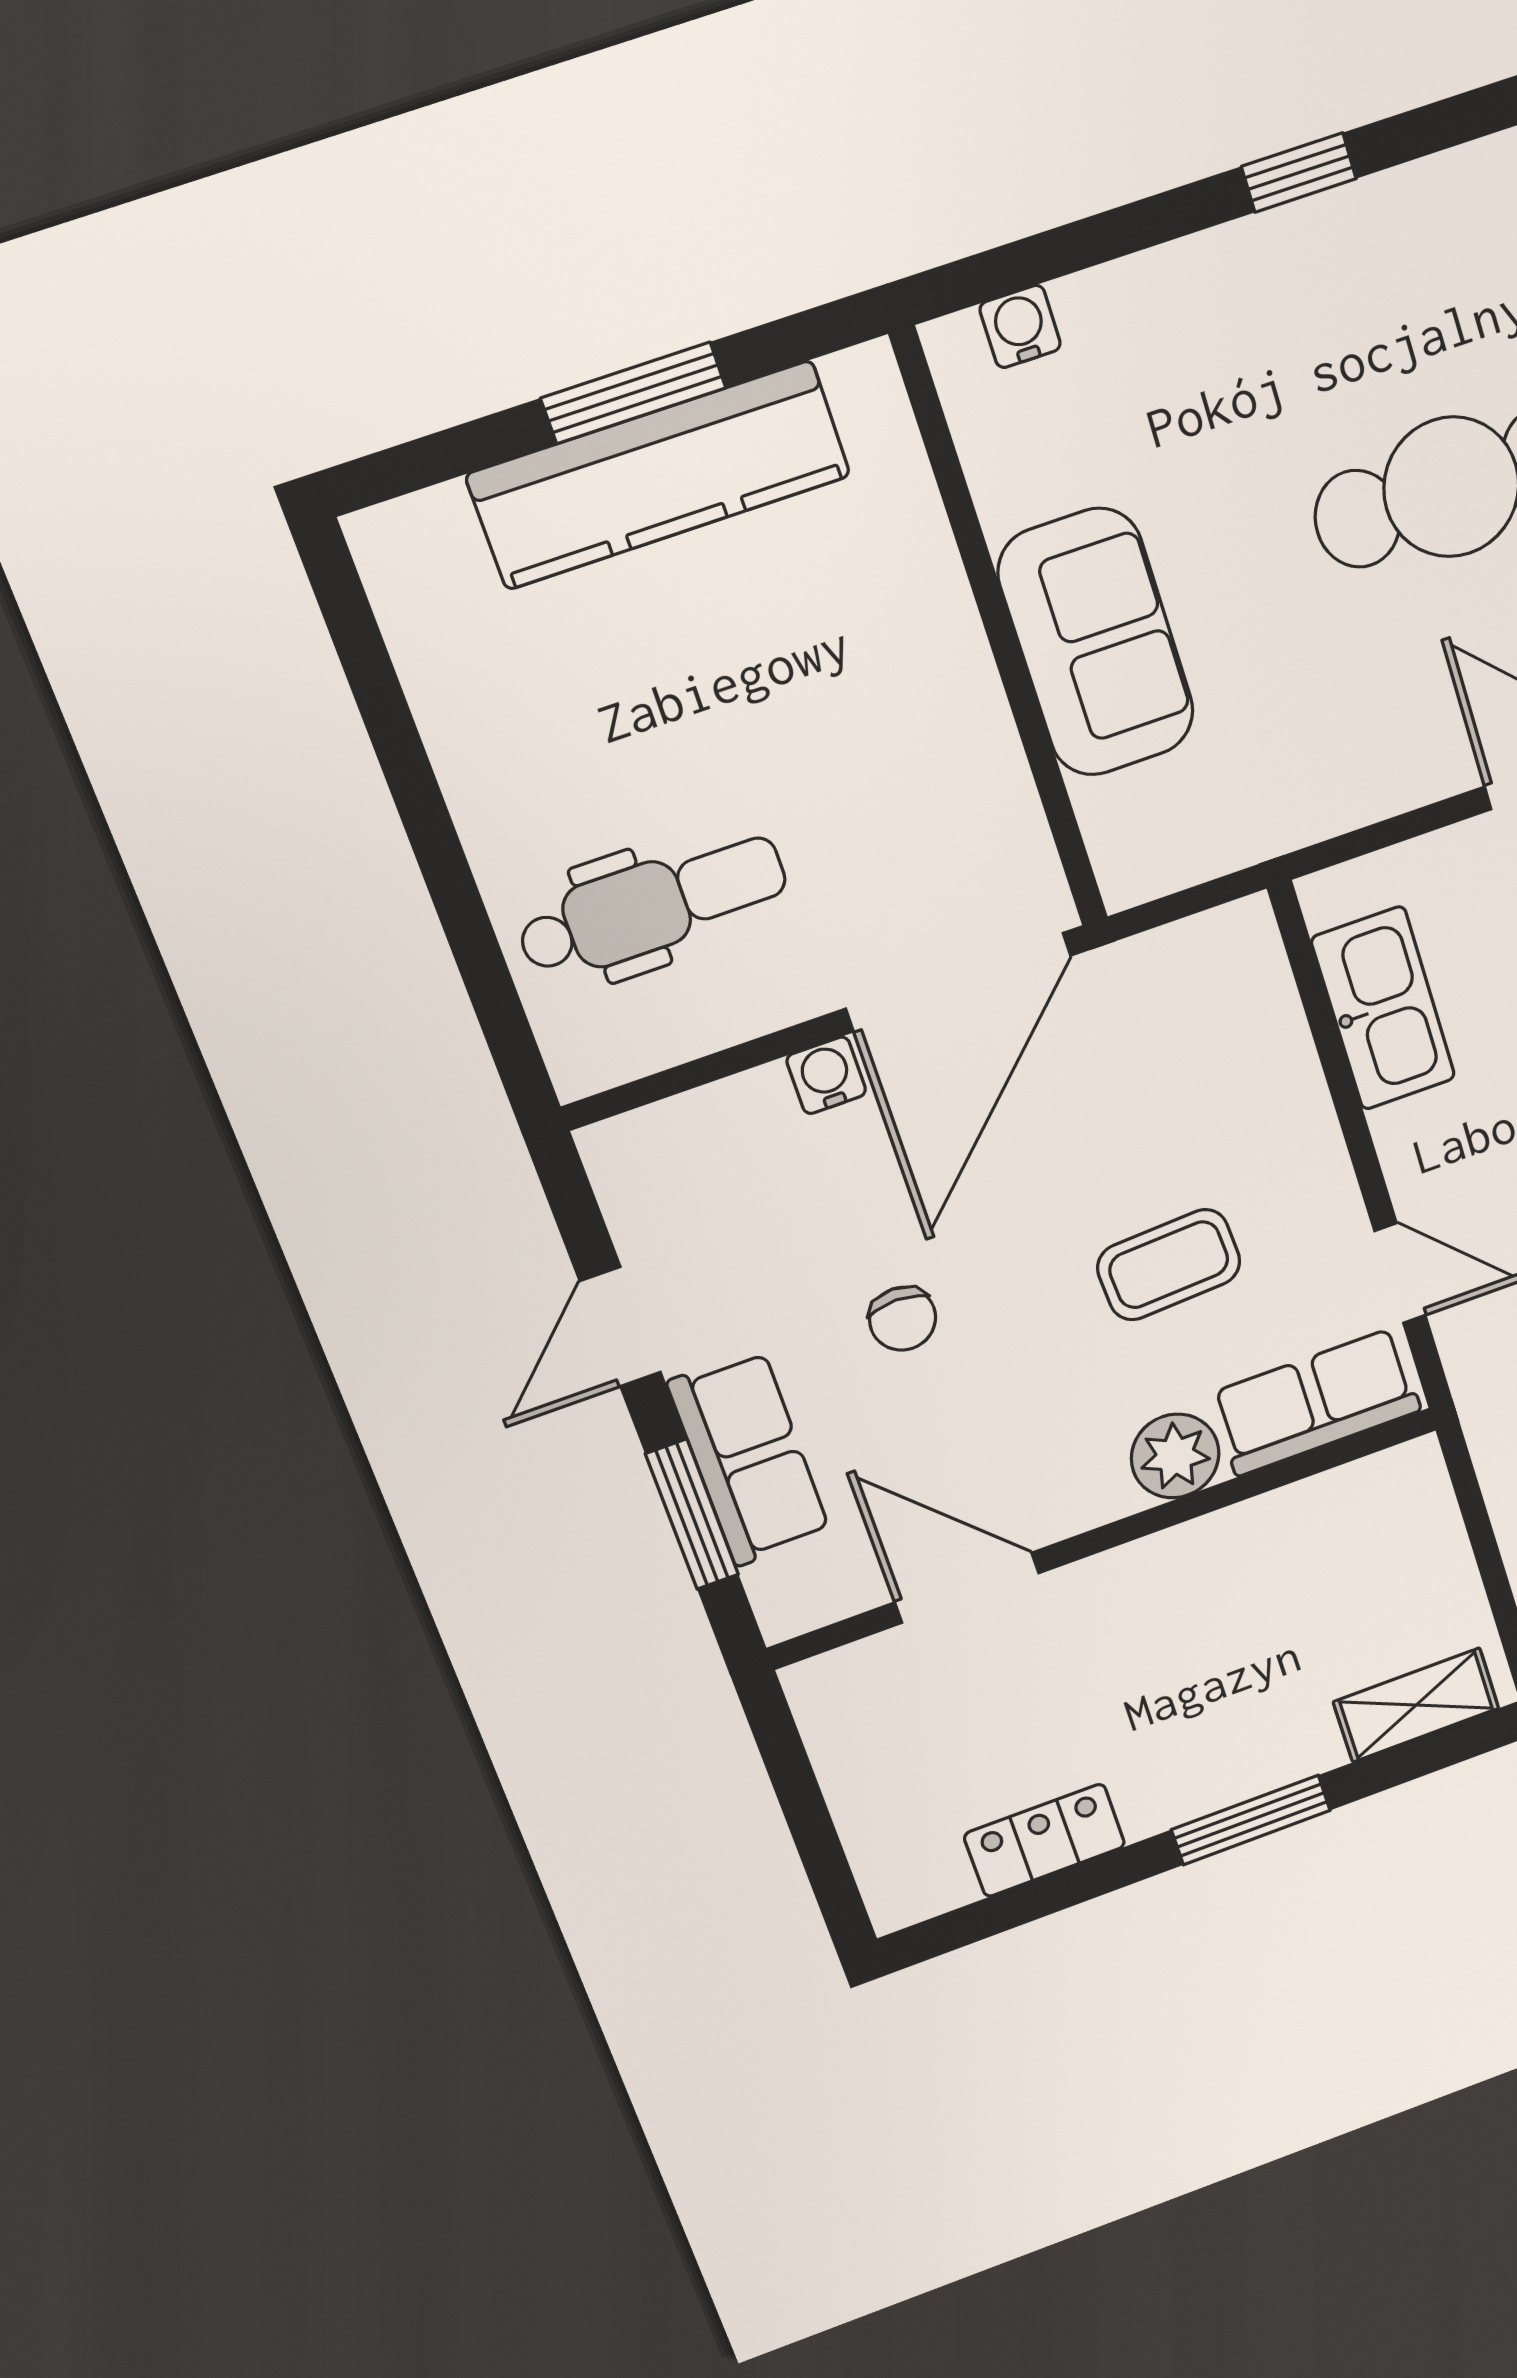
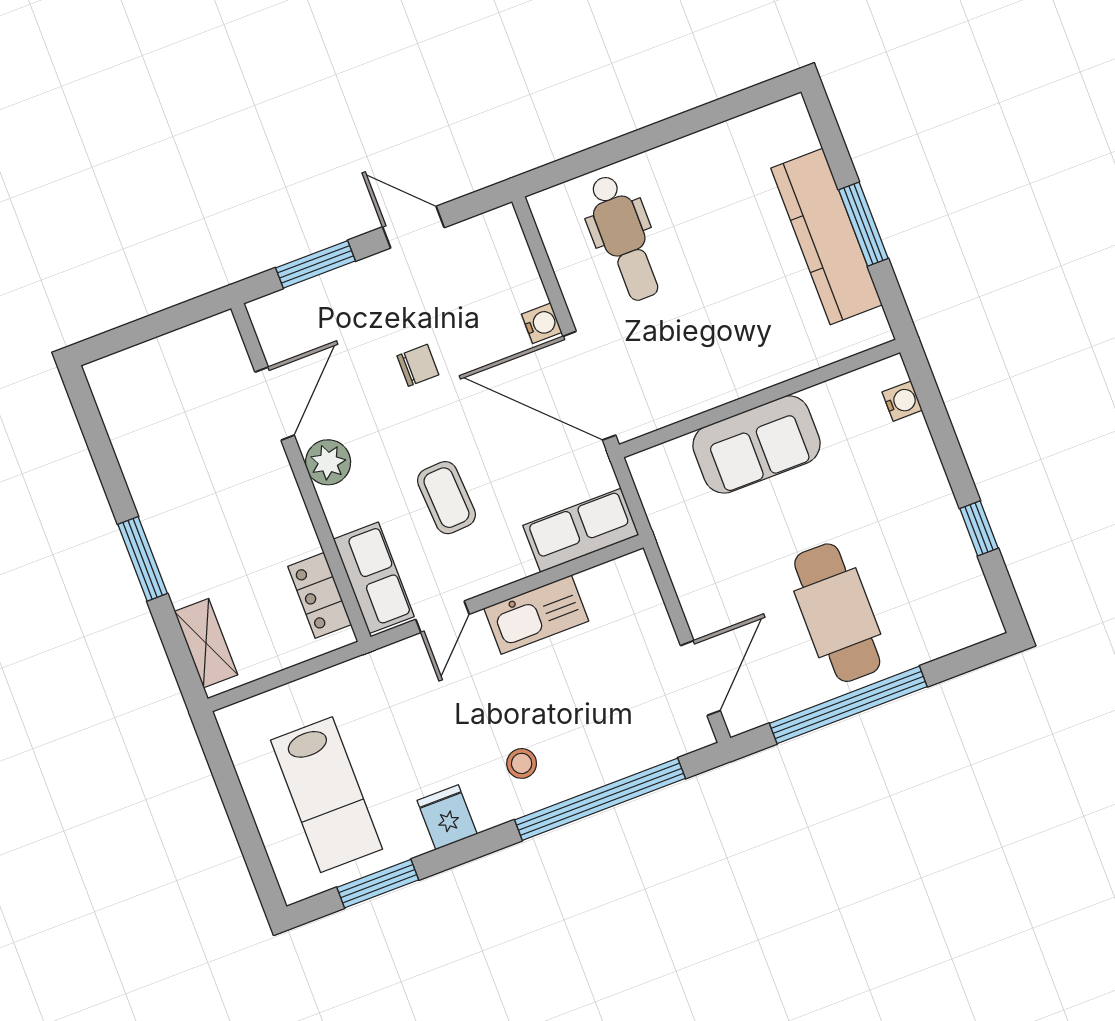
kitchen sink: (1383, 1008) -> (536, 615), moved
chair: (903, 1319) -> (418, 365), turned 180
plant: (1175, 1456) -> (328, 462), moved
row of seats: (749, 1458) -> (581, 530), moved, turned 180
locker: (1045, 1840) -> (320, 595), moved, turned 180

